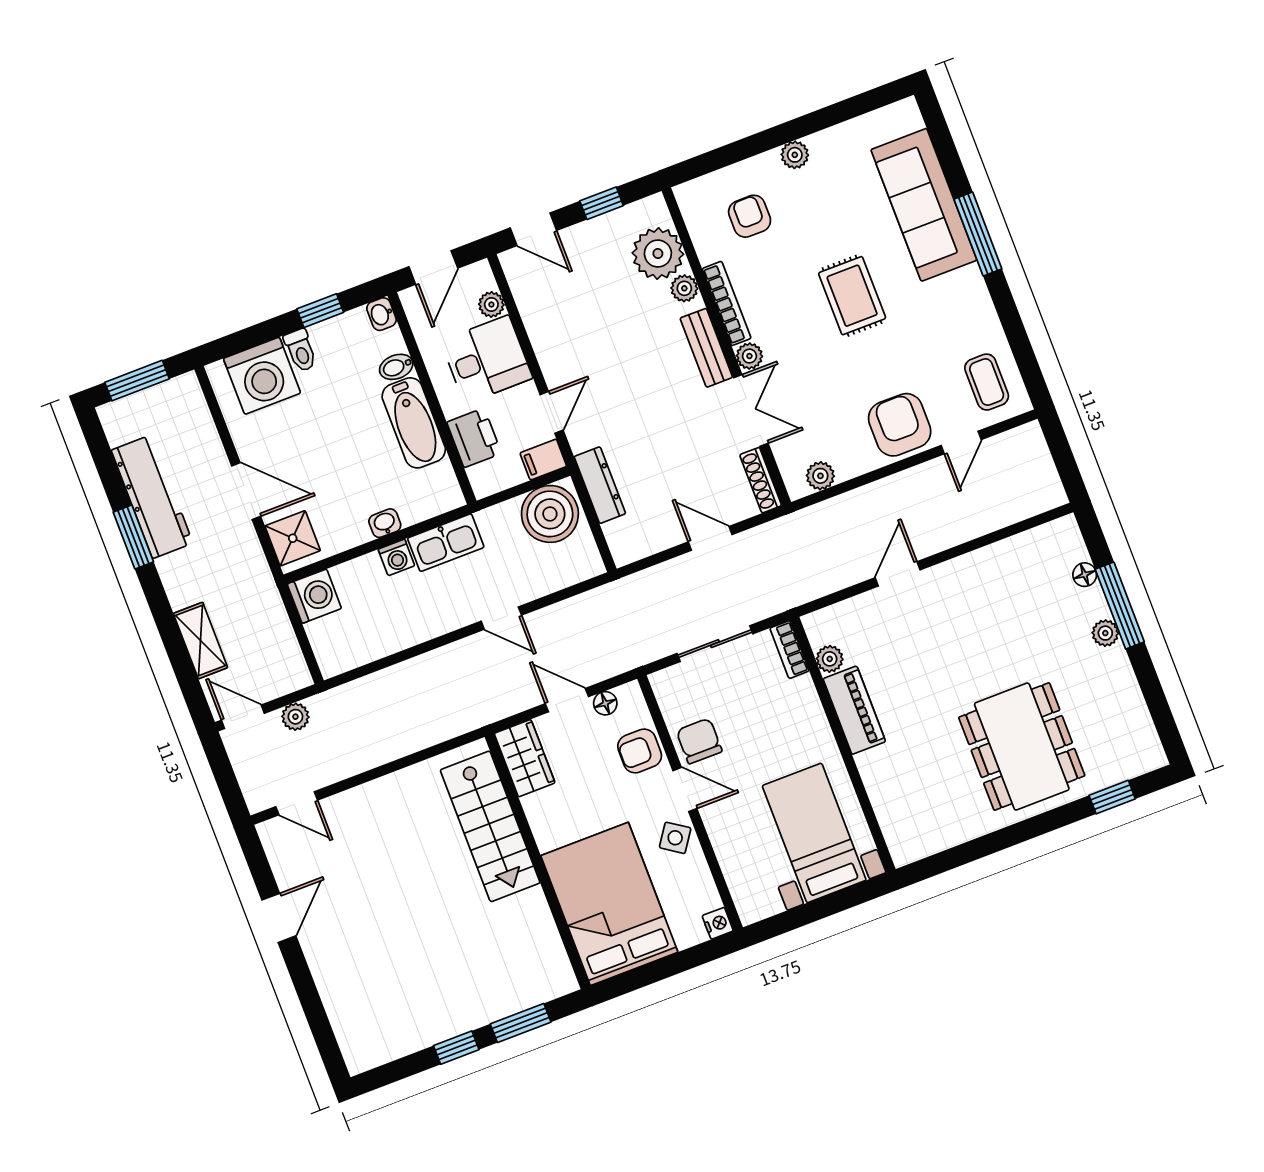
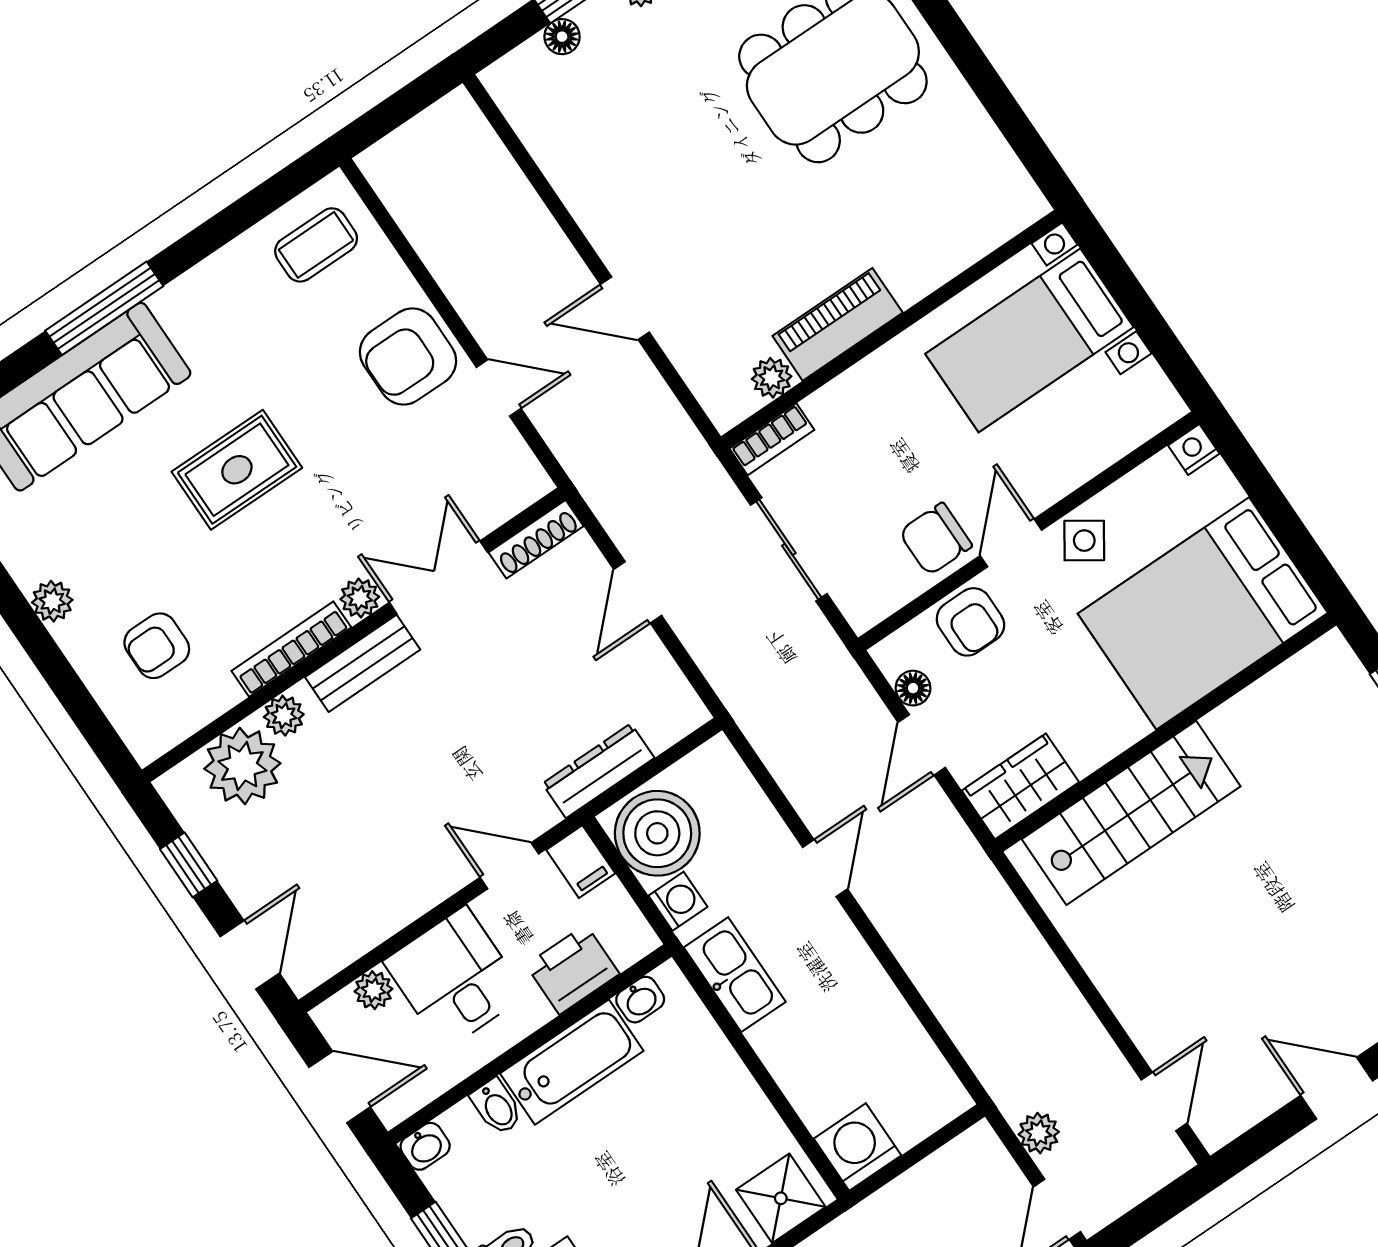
door: (961, 442) -> (499, 388), moved
plant: (820, 476) -> (509, 454), removed
washbasin: (385, 523) -> (640, 1000), moved, turned -90
washing machine: (396, 557) -> (678, 901), moved

